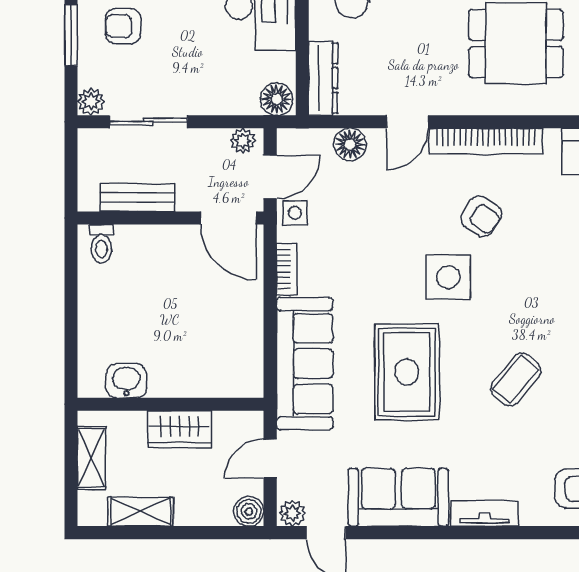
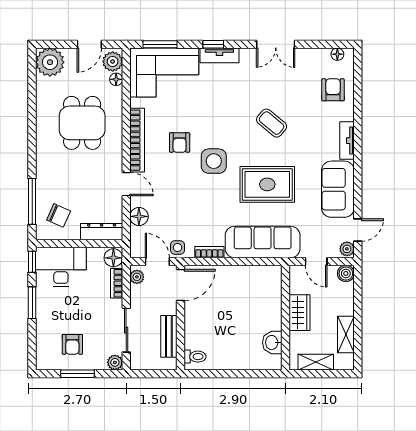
bookcase: (231, 105) -> (117, 283), added
armchair: (481, 216) -> (180, 143), turned 147

